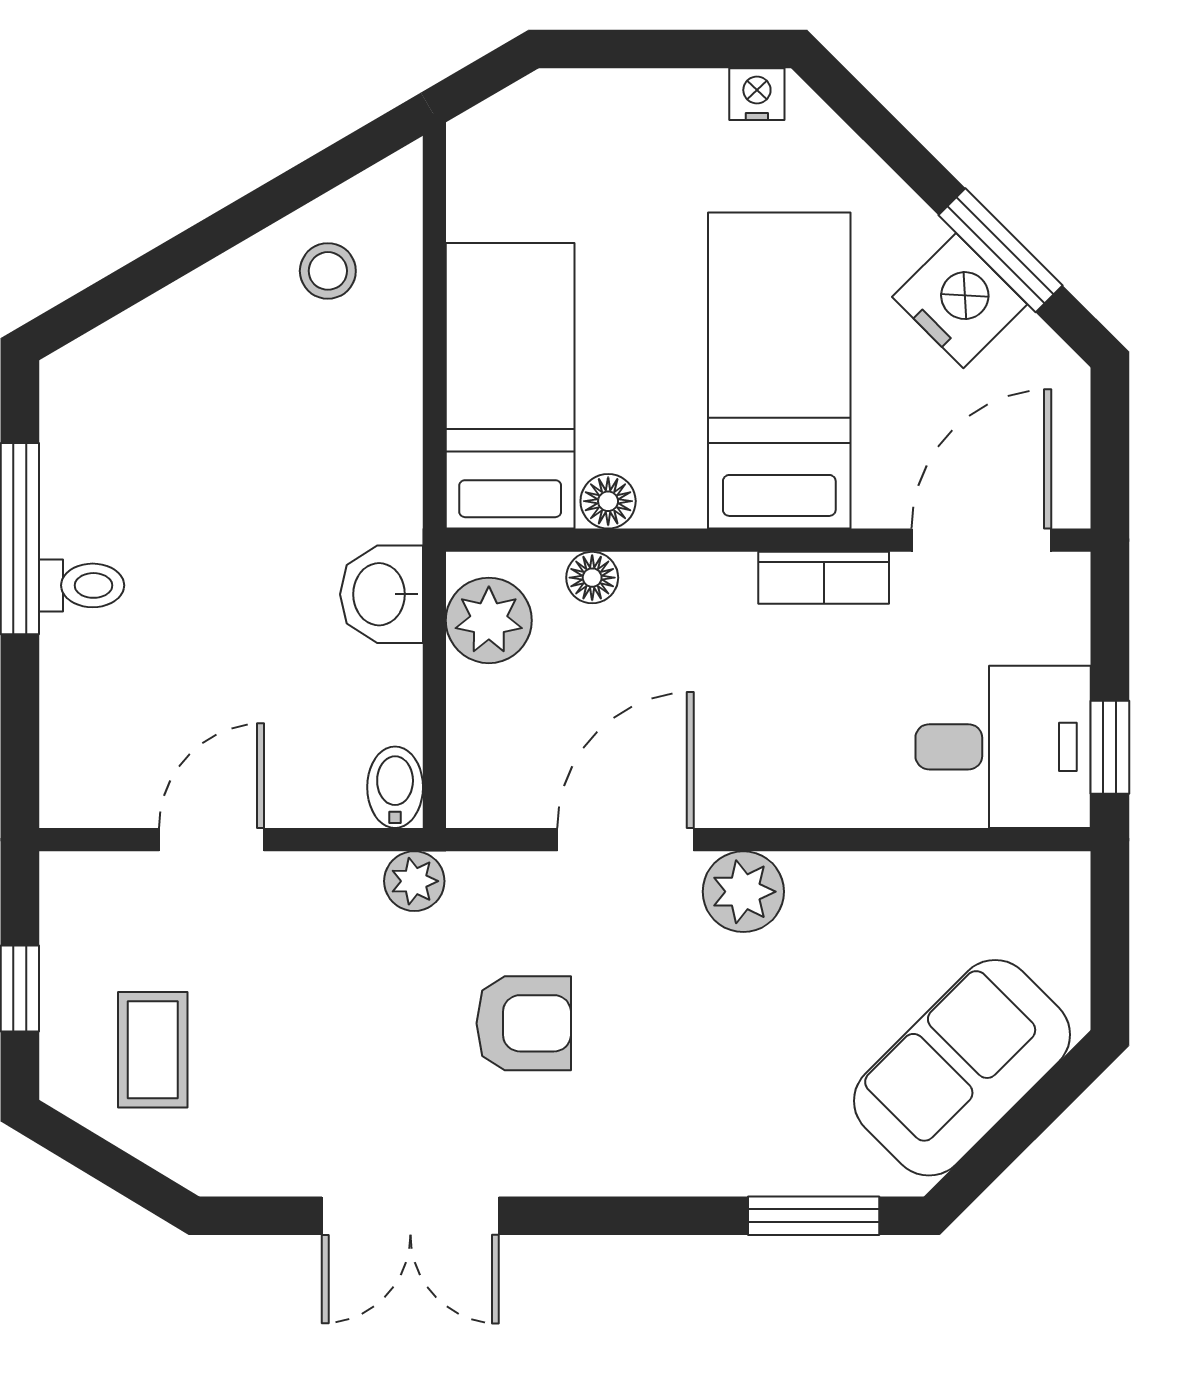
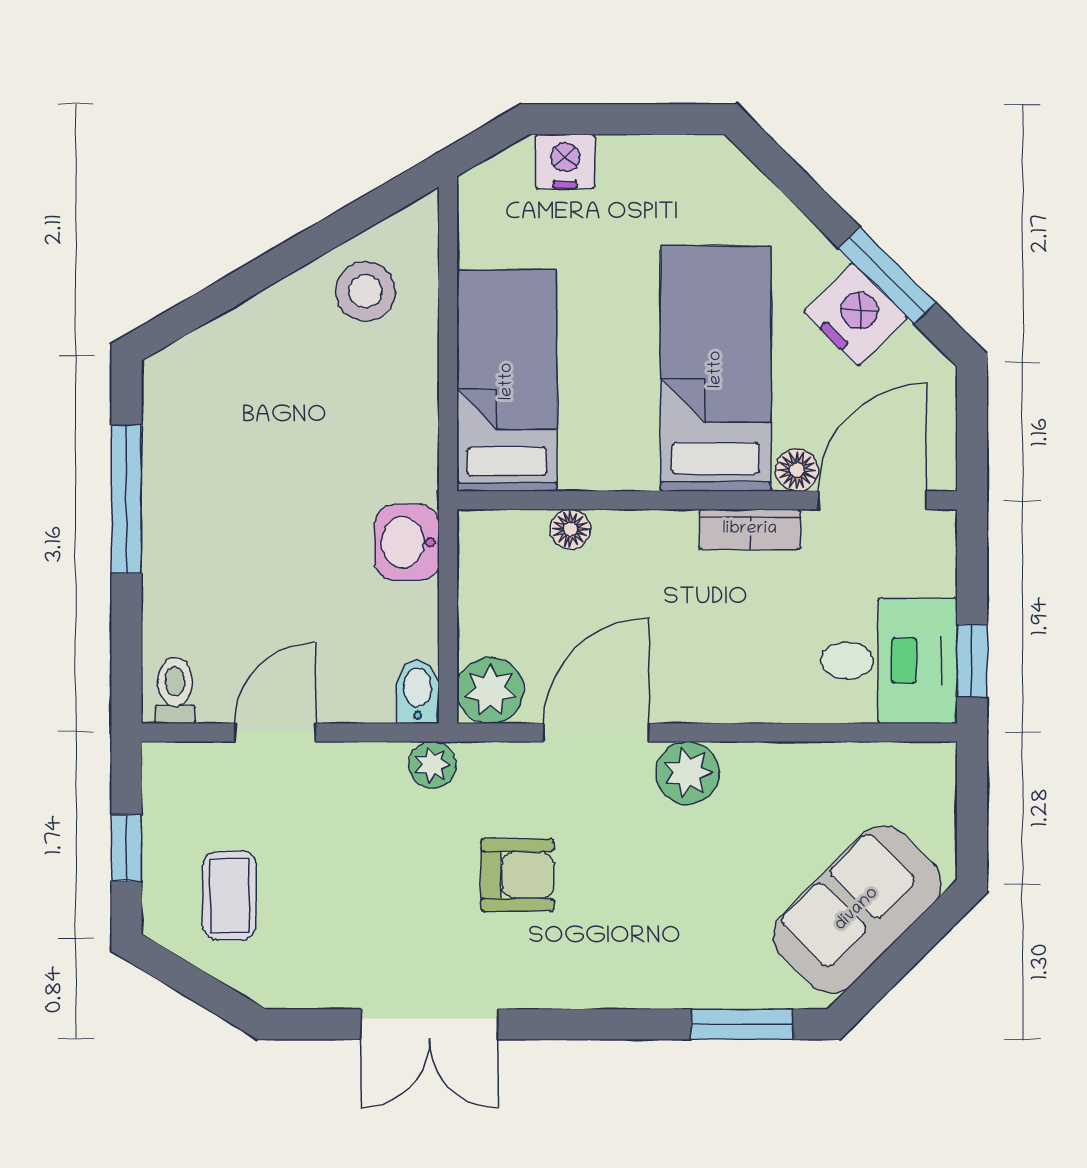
nightstand: (757, 94) -> (565, 161), moved, width x1.39, depth x1.35
stool: (328, 271) -> (365, 291), width x1.37, depth x1.37
floor lamp: (608, 501) -> (797, 470), moved
toilet: (82, 585) -> (175, 691), moved, turned -90
plant: (489, 620) -> (490, 690), moved

